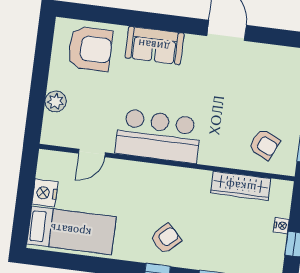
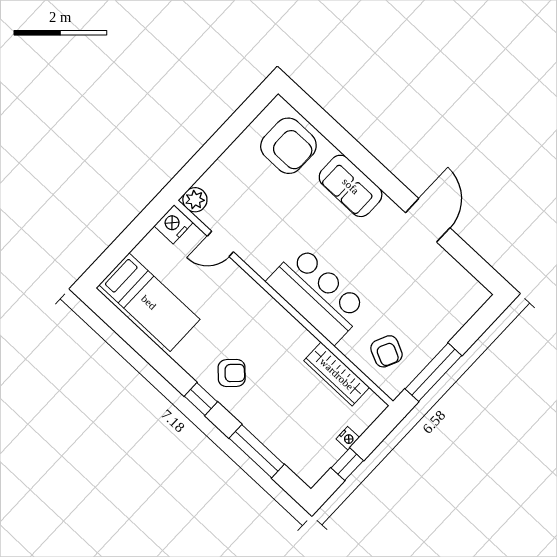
plant: (56, 102) -> (195, 200), moved
bar counter: (158, 136) -> (317, 295), moved
nightstand: (45, 193) -> (174, 224), moved

